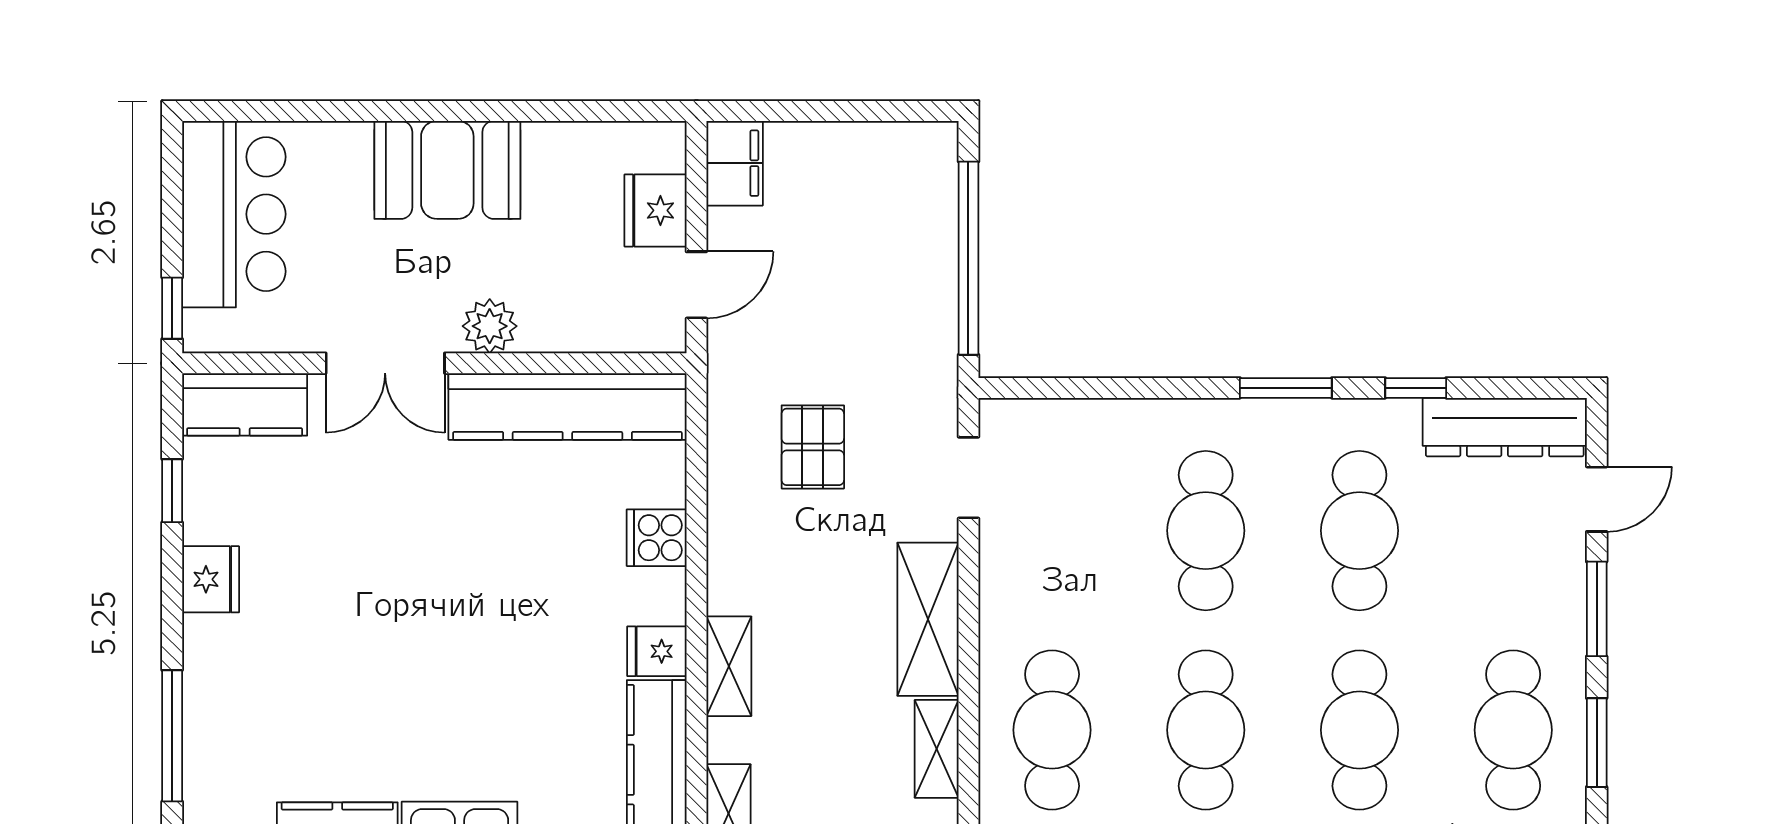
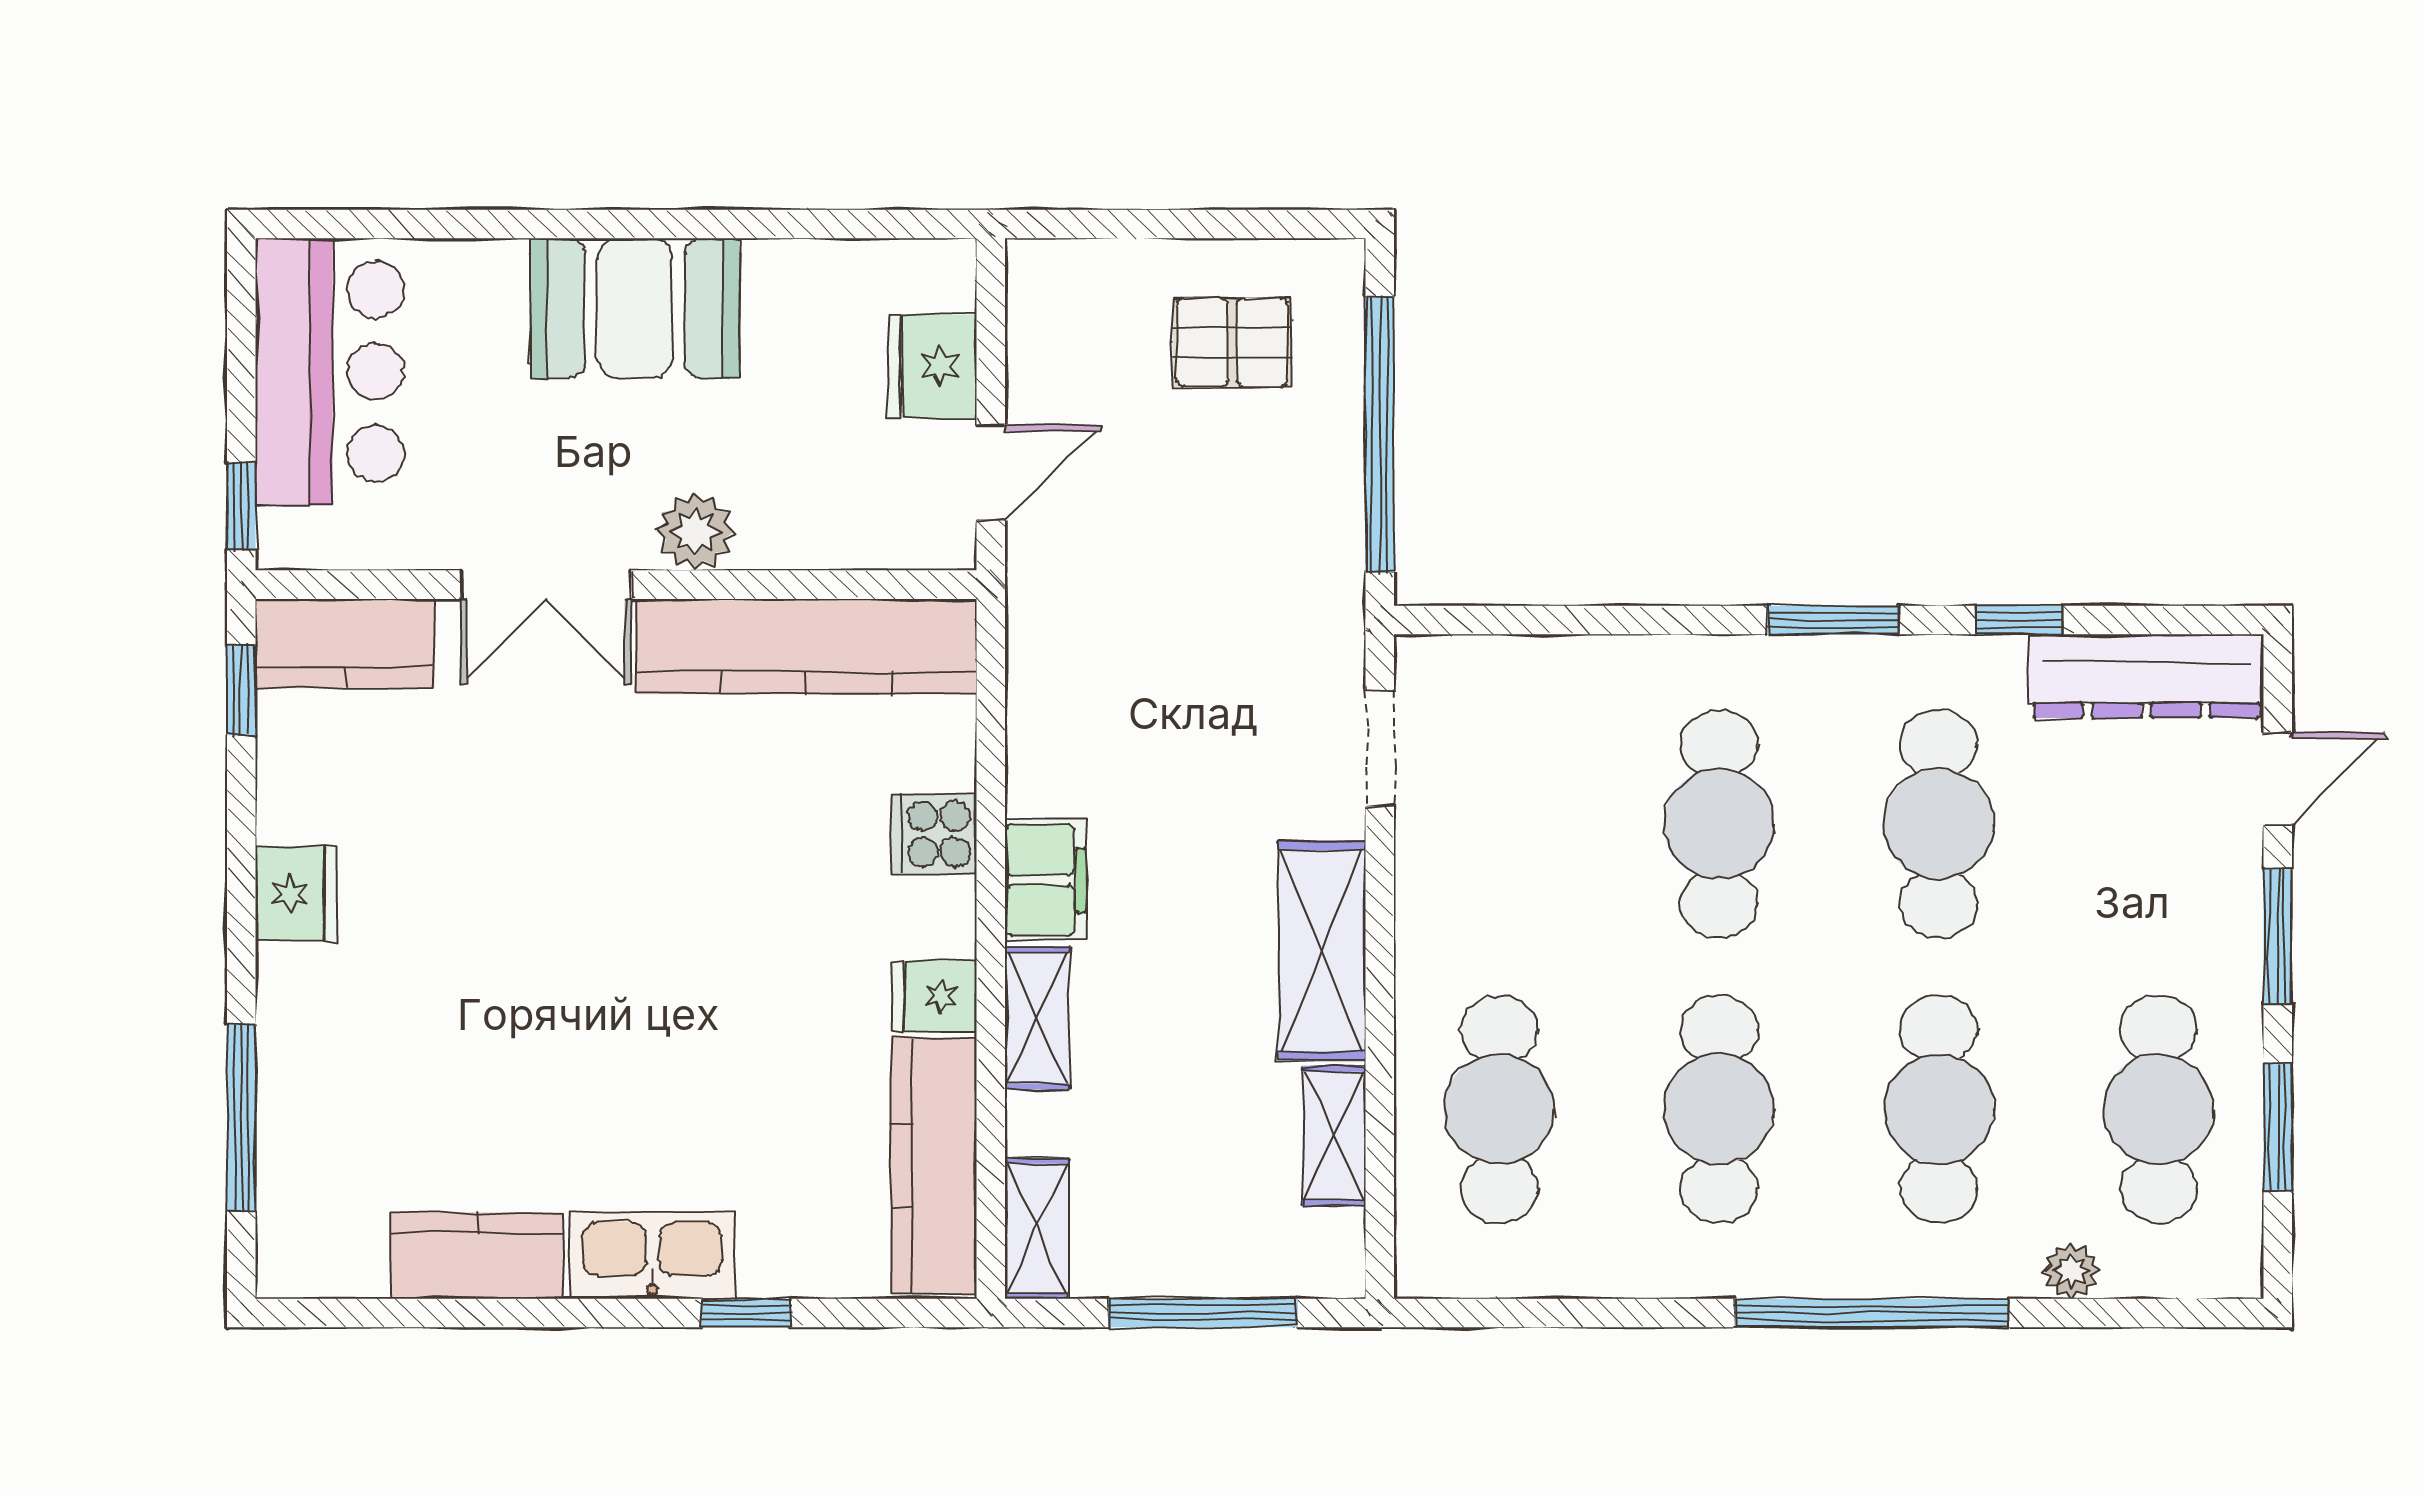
filing cabinet: (735, 163) -> (1045, 880), moved
pallet: (813, 447) -> (1232, 342), moved, turned 90
window: (172, 491) -> (241, 690), moved

